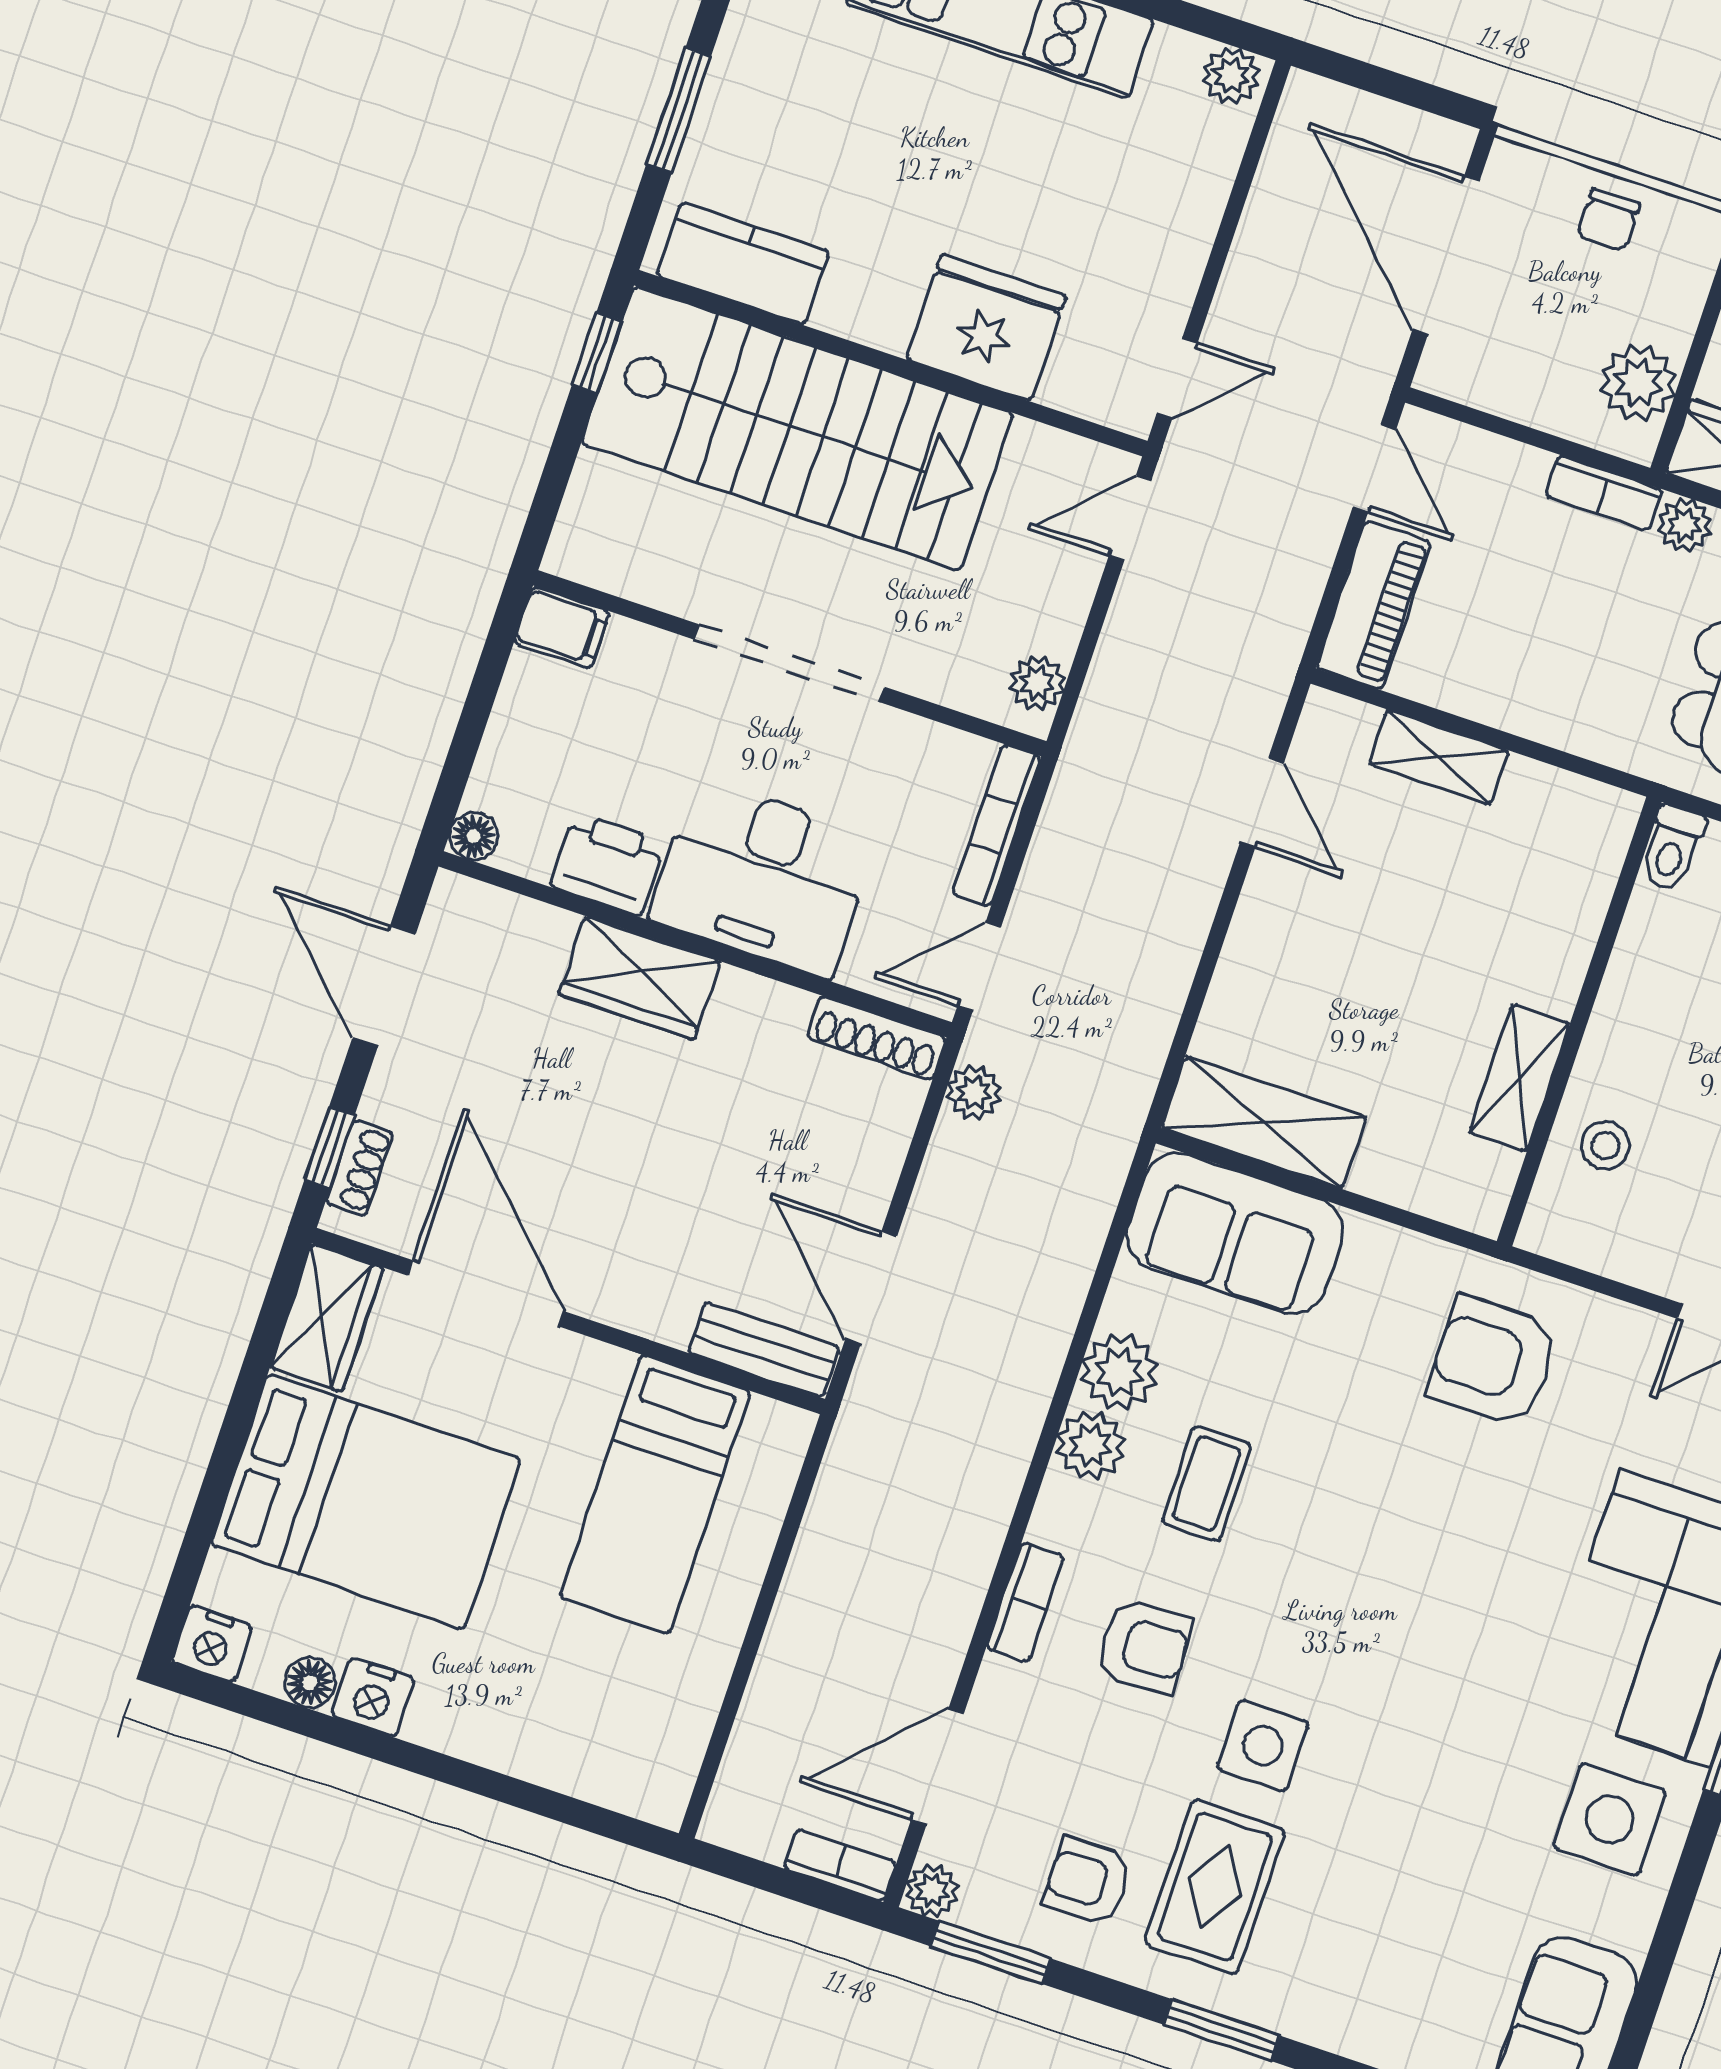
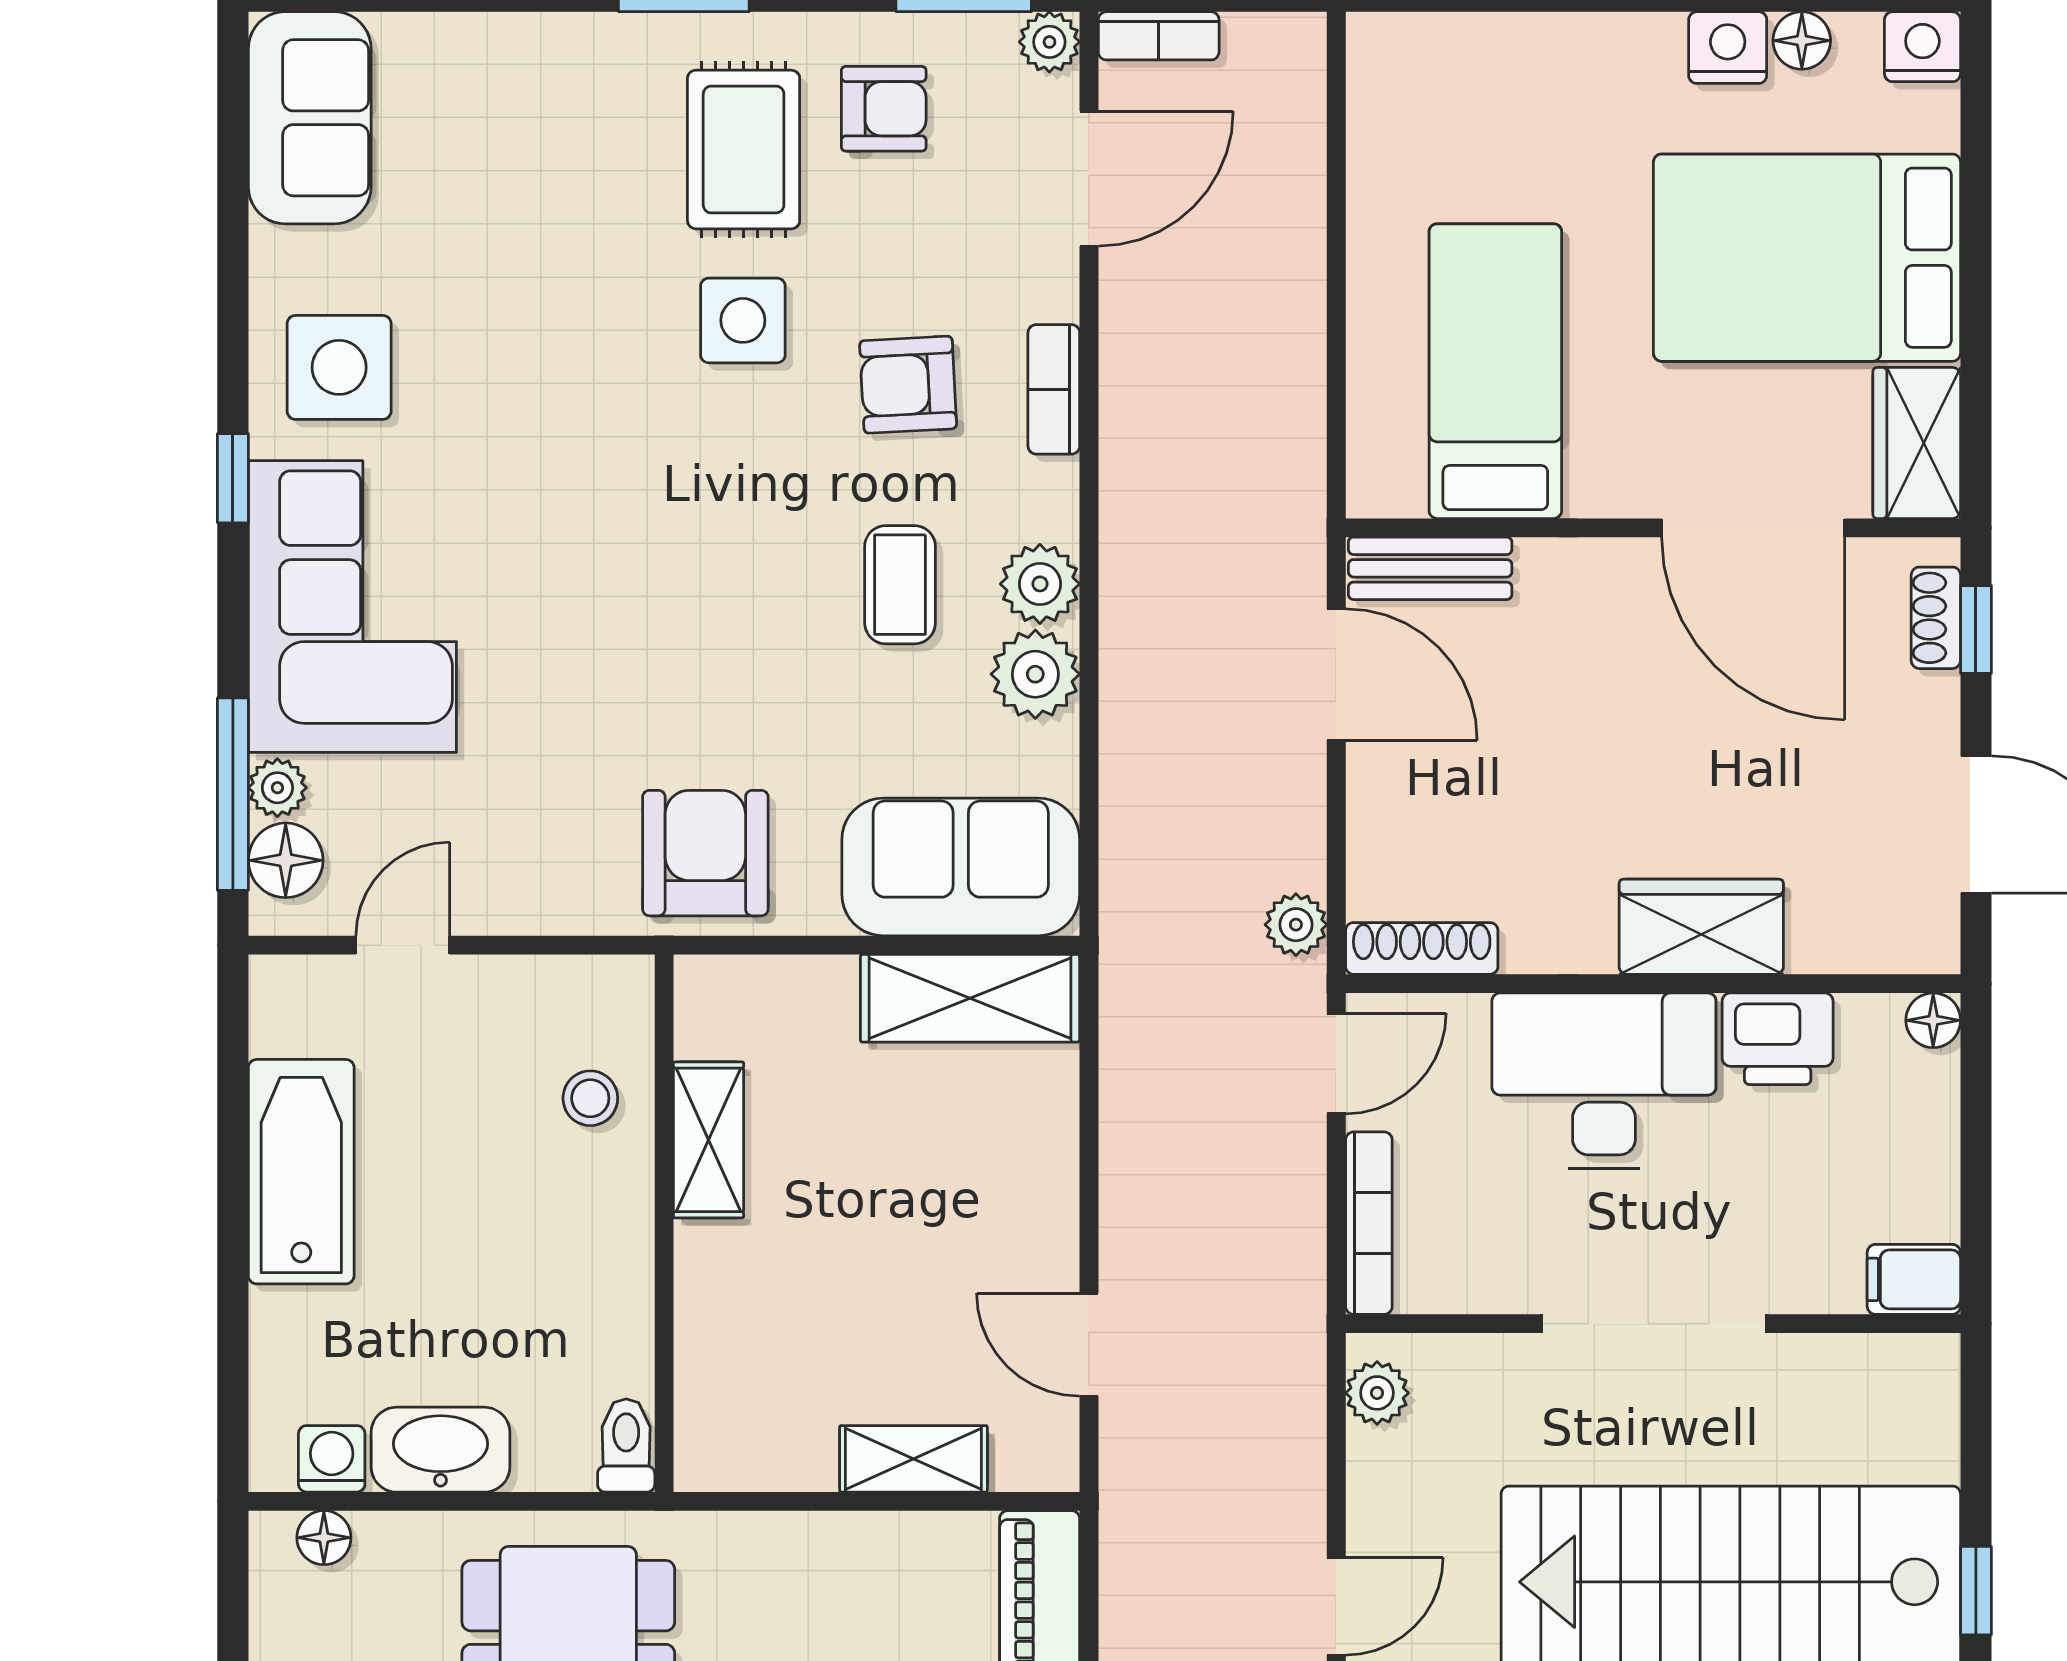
armchair: (1493, 1361) -> (705, 853), moved, turned -90

